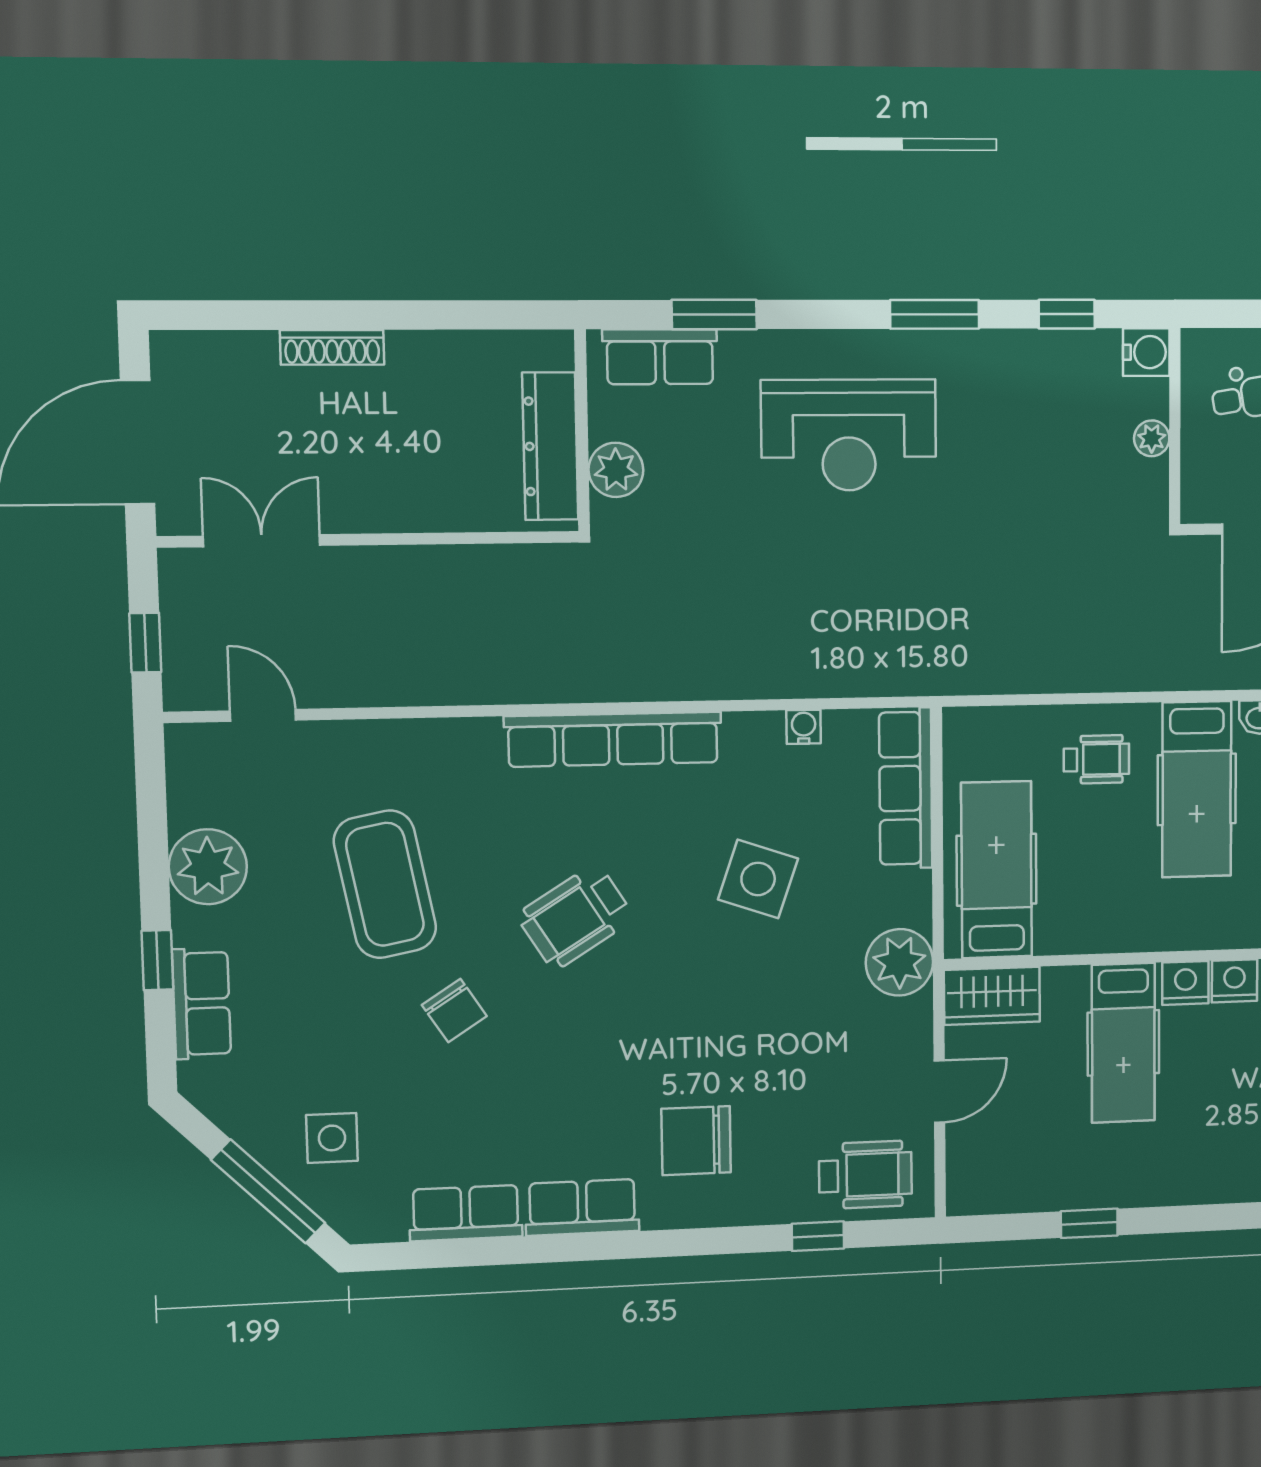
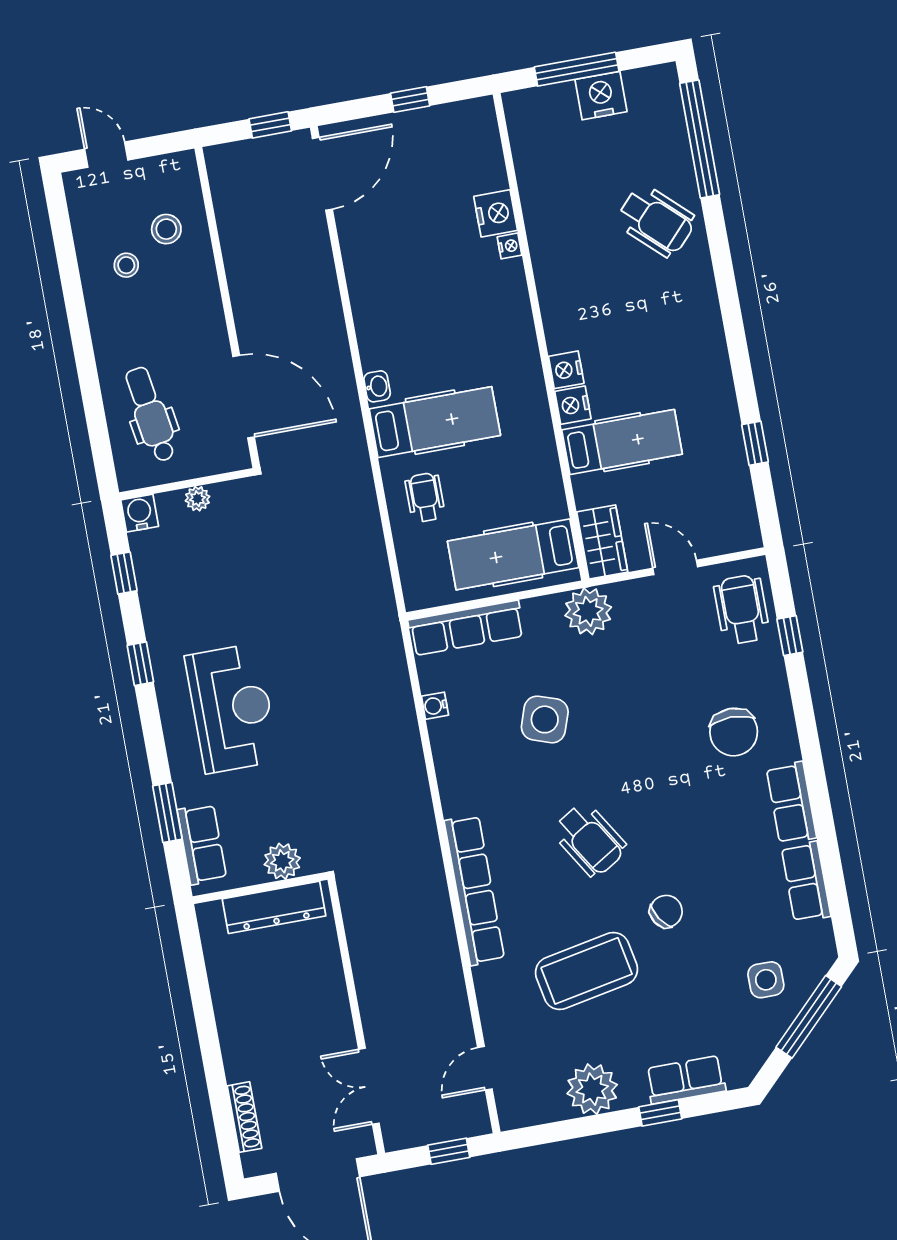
window: (935, 314) -> (140, 664), width x0.67
shoe rack: (332, 347) -> (244, 1117), moved
row of seats: (613, 739) -> (474, 890), moved

